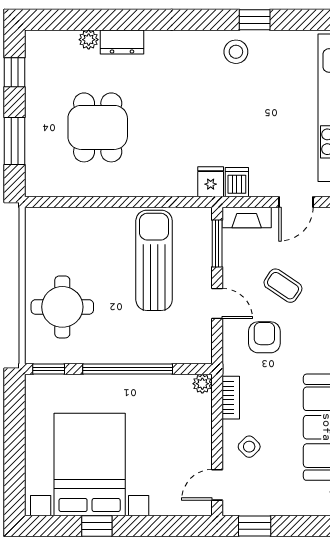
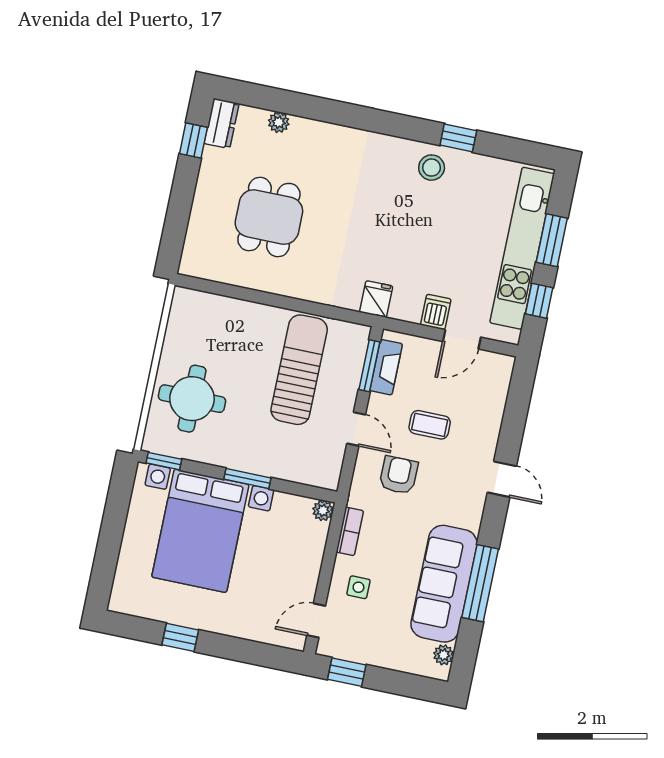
dresser: (122, 42) -> (222, 123), moved, turned -90
window: (15, 141) -> (178, 213), removed
dishwasher: (237, 182) -> (436, 312), moved
fireplace: (247, 217) -> (386, 367), moved, turned -90
coffee table: (283, 286) -> (430, 425), turned -34
window: (128, 369) -> (247, 479), width x0.47
side table: (249, 447) -> (358, 587), turned 45
bed with nightstands: (90, 464) -> (200, 531), moved, turned 180

